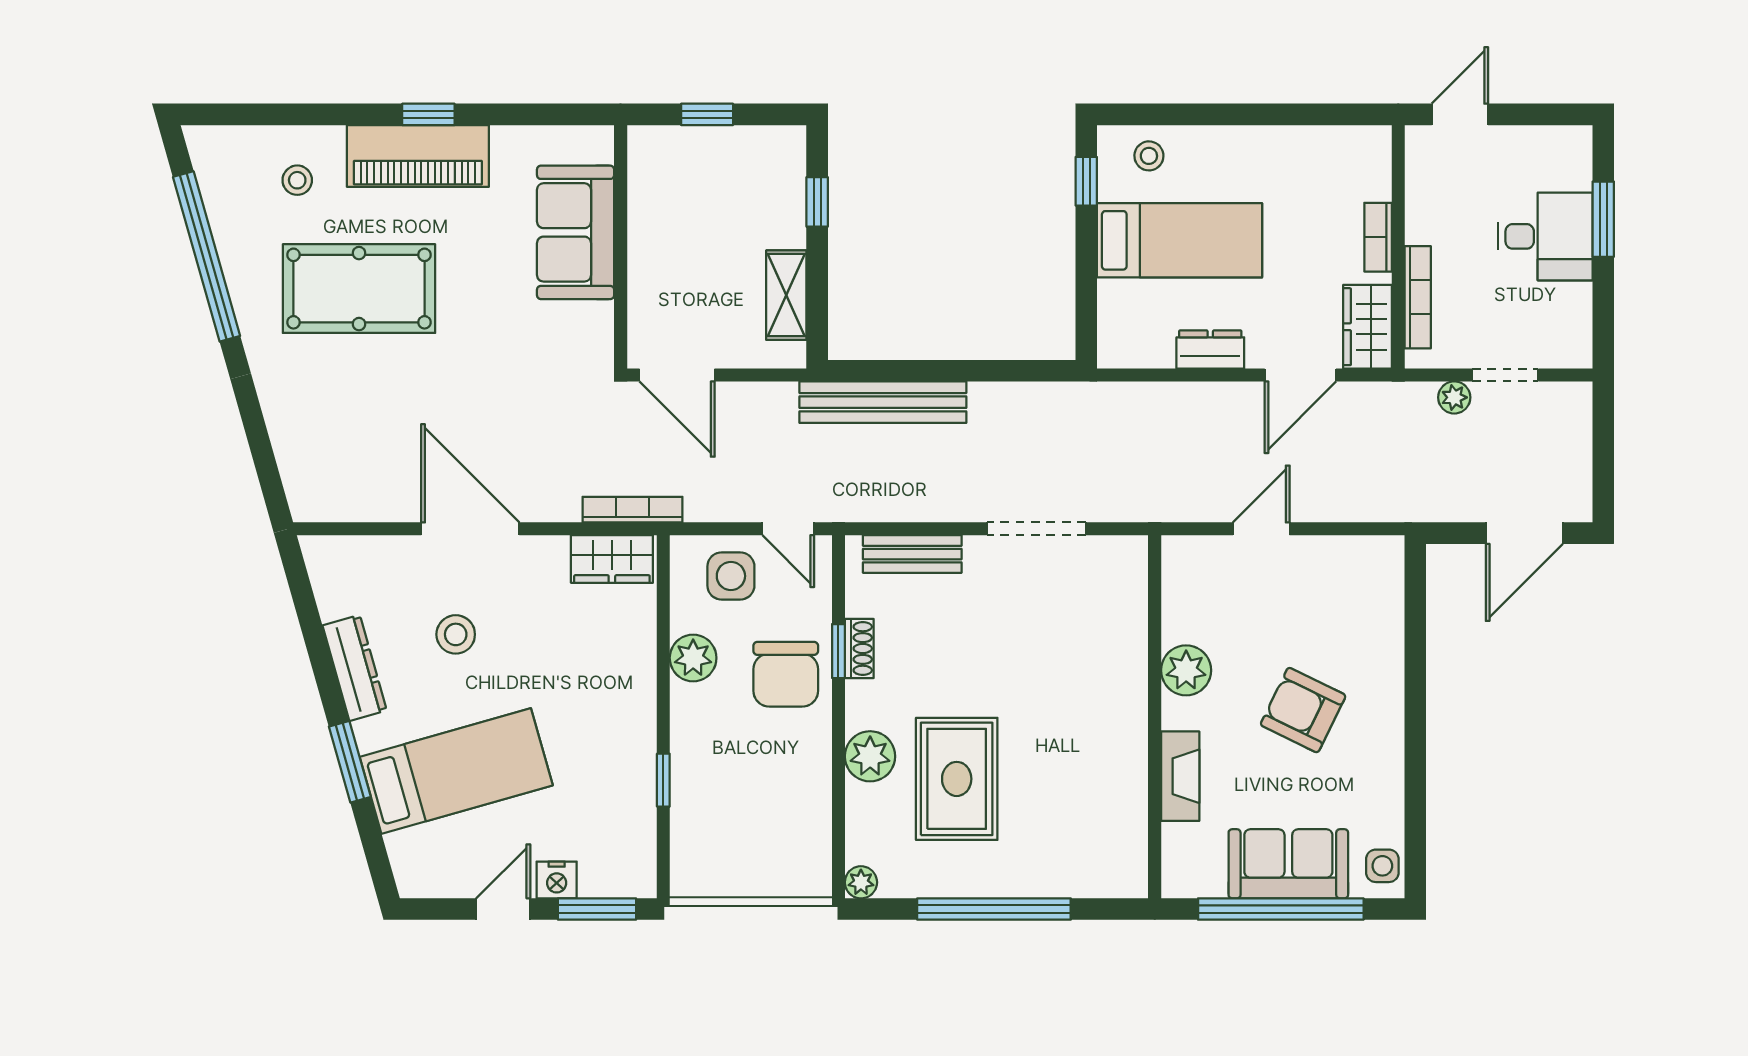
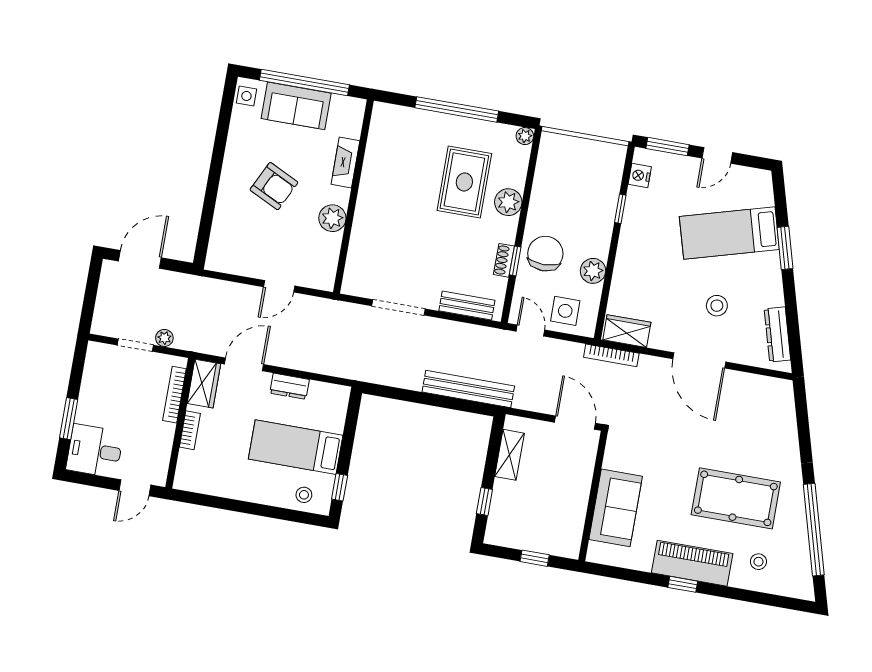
desk: (1545, 236) -> (95, 451), moved
dresser: (355, 668) -> (777, 334), moved
nightstand: (557, 880) -> (640, 176), moved, turned -90

